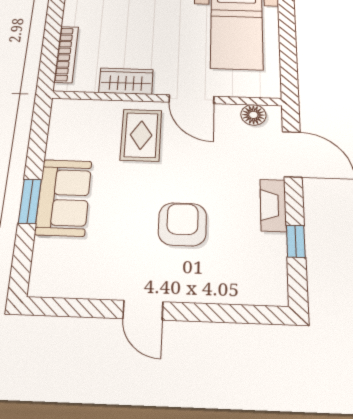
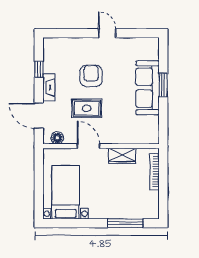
rug: (141, 135) -> (87, 108), moved, turned 90
sofa: (64, 197) -> (147, 88), width x1.36
armchair: (182, 224) -> (91, 76), turned 180

